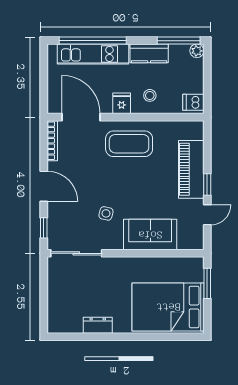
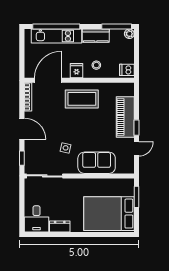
door: (81, 117) -> (48, 80), hinge flipped
desk: (65, 315) -> (36, 219), added

